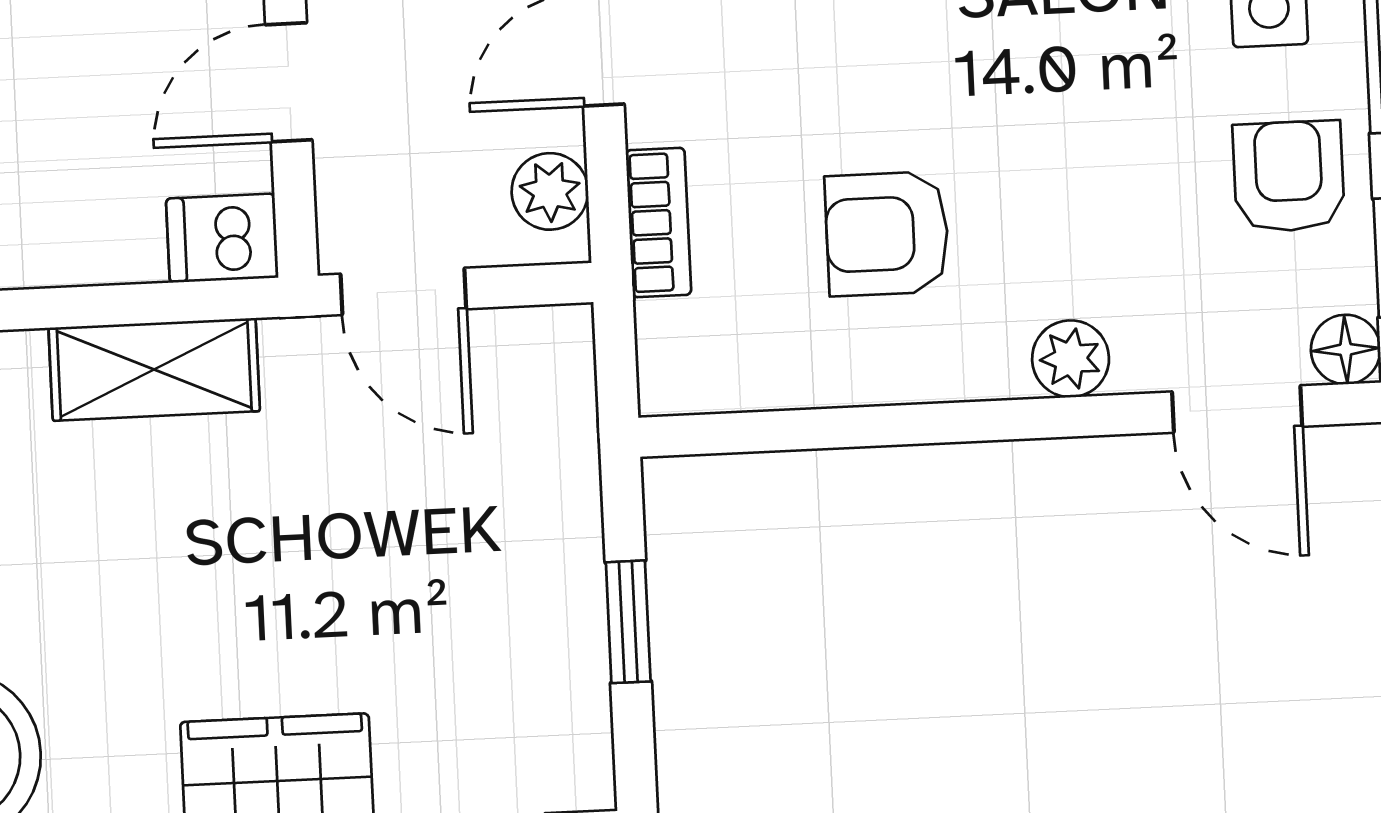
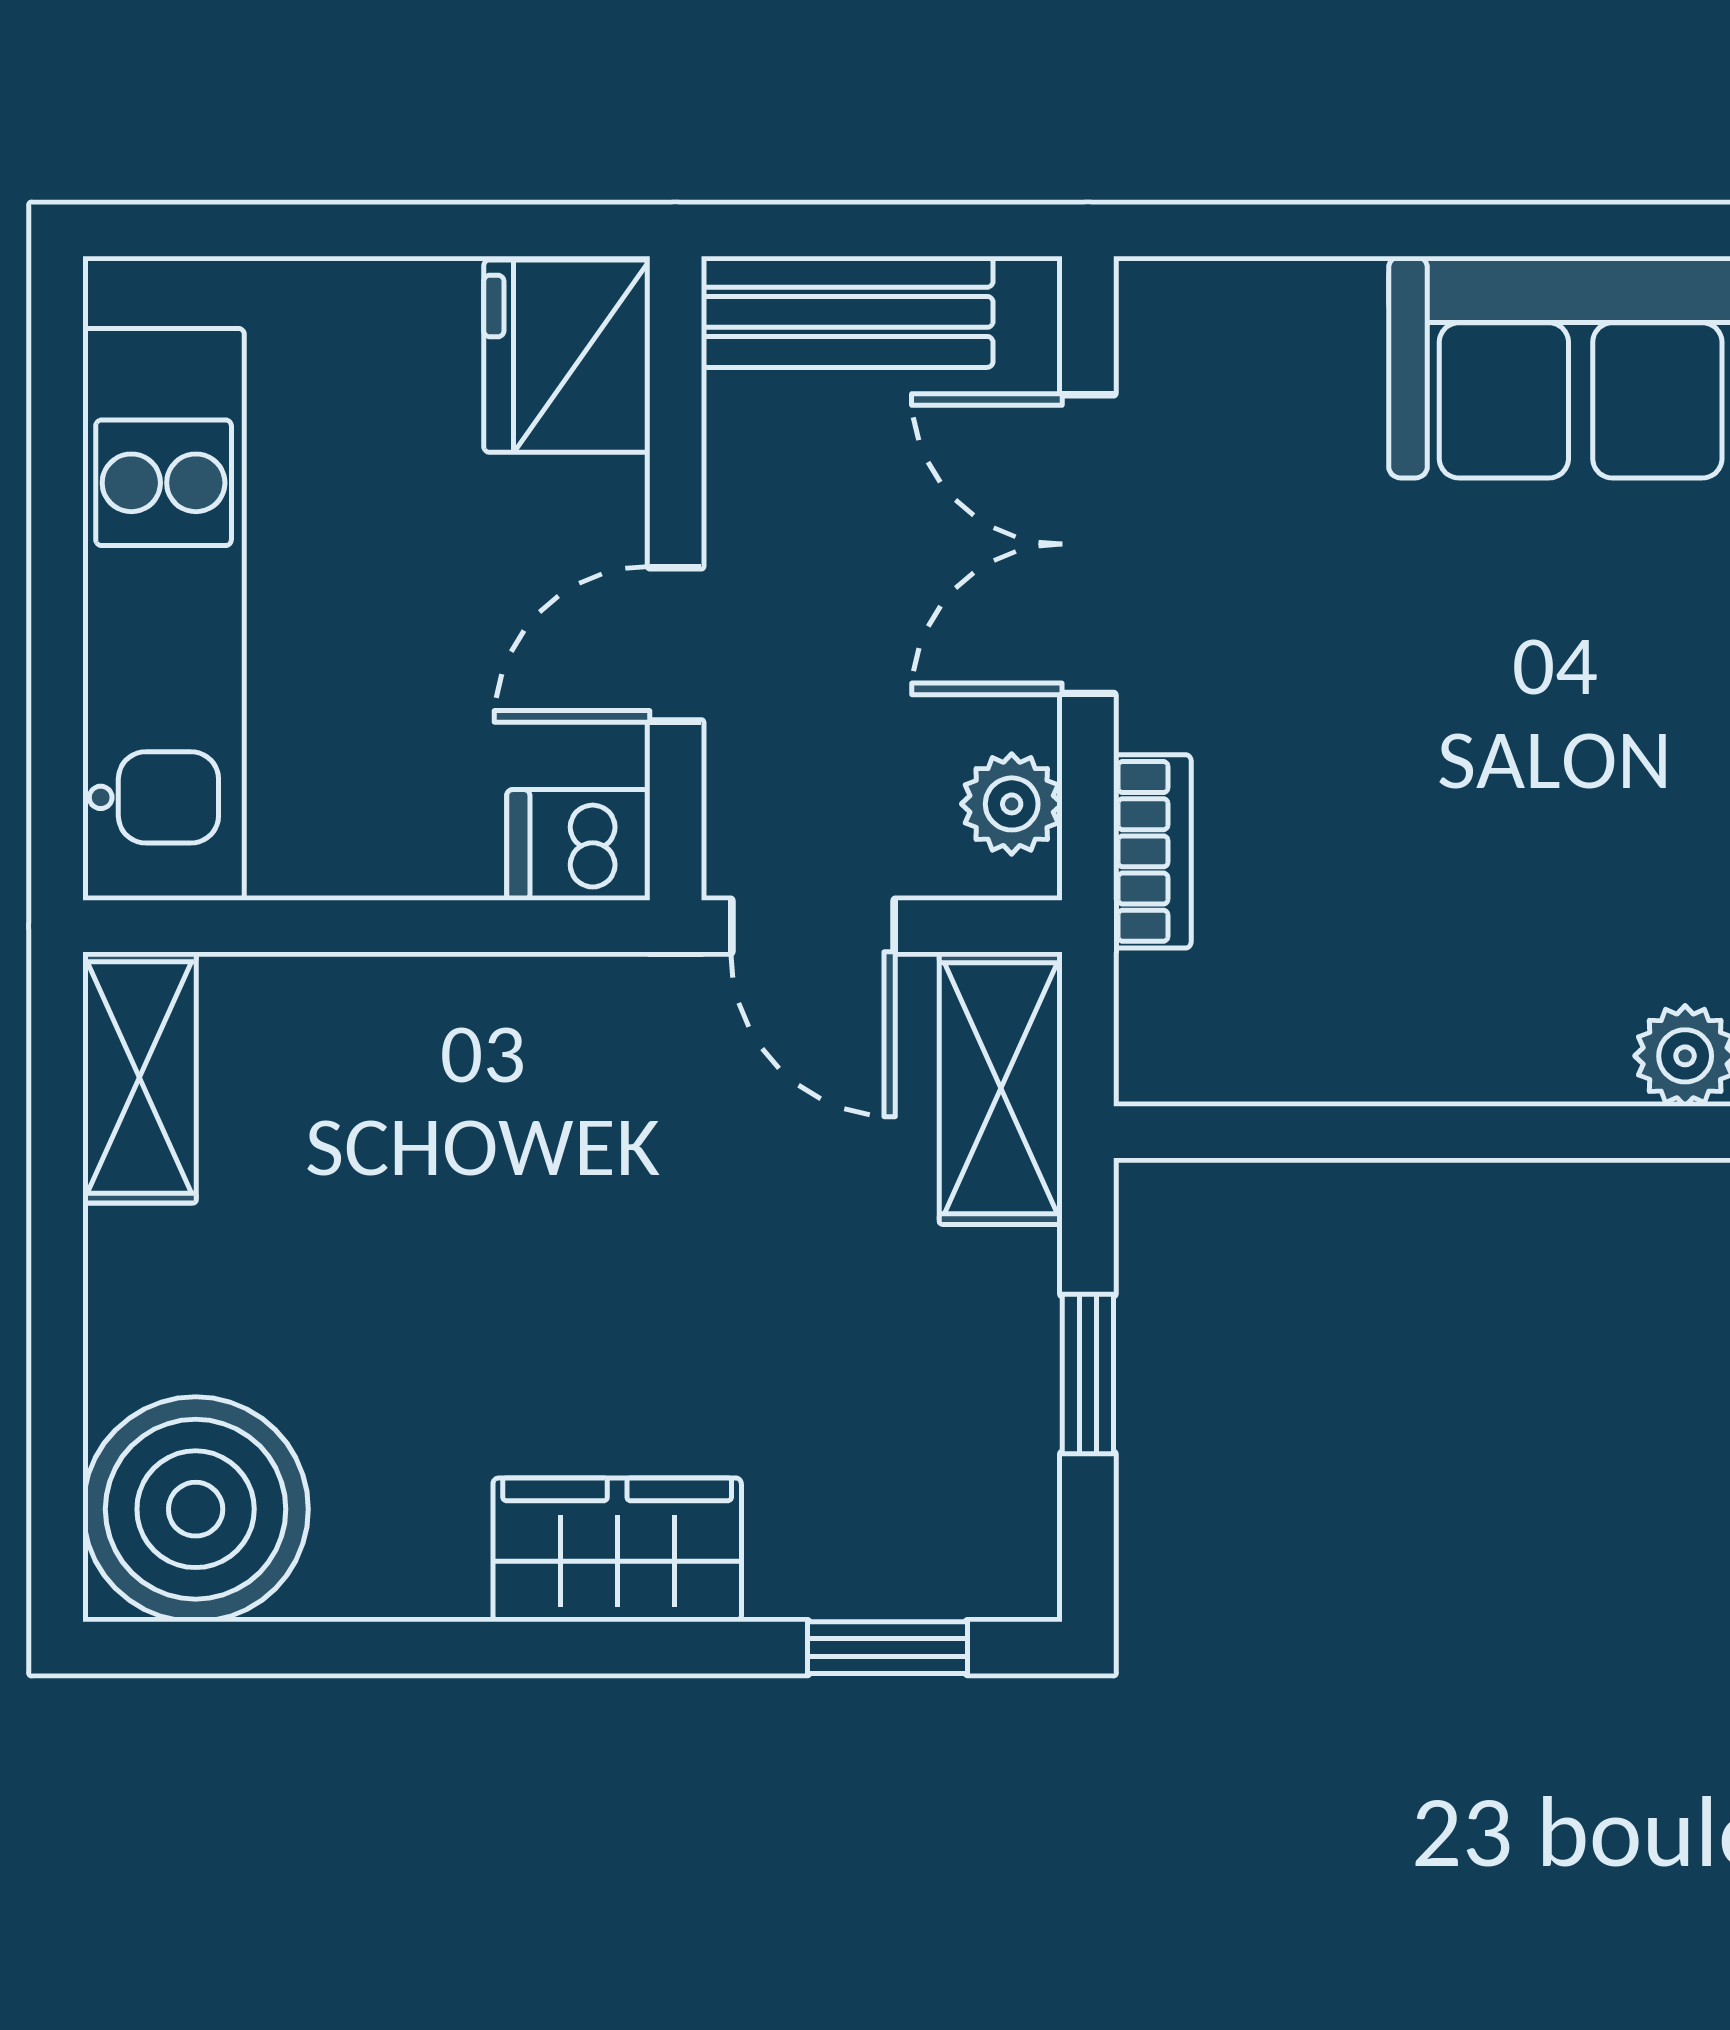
armchair: (887, 234) -> (1452, 880), removed
shelving: (154, 369) -> (1001, 1088), moved, turned 90

